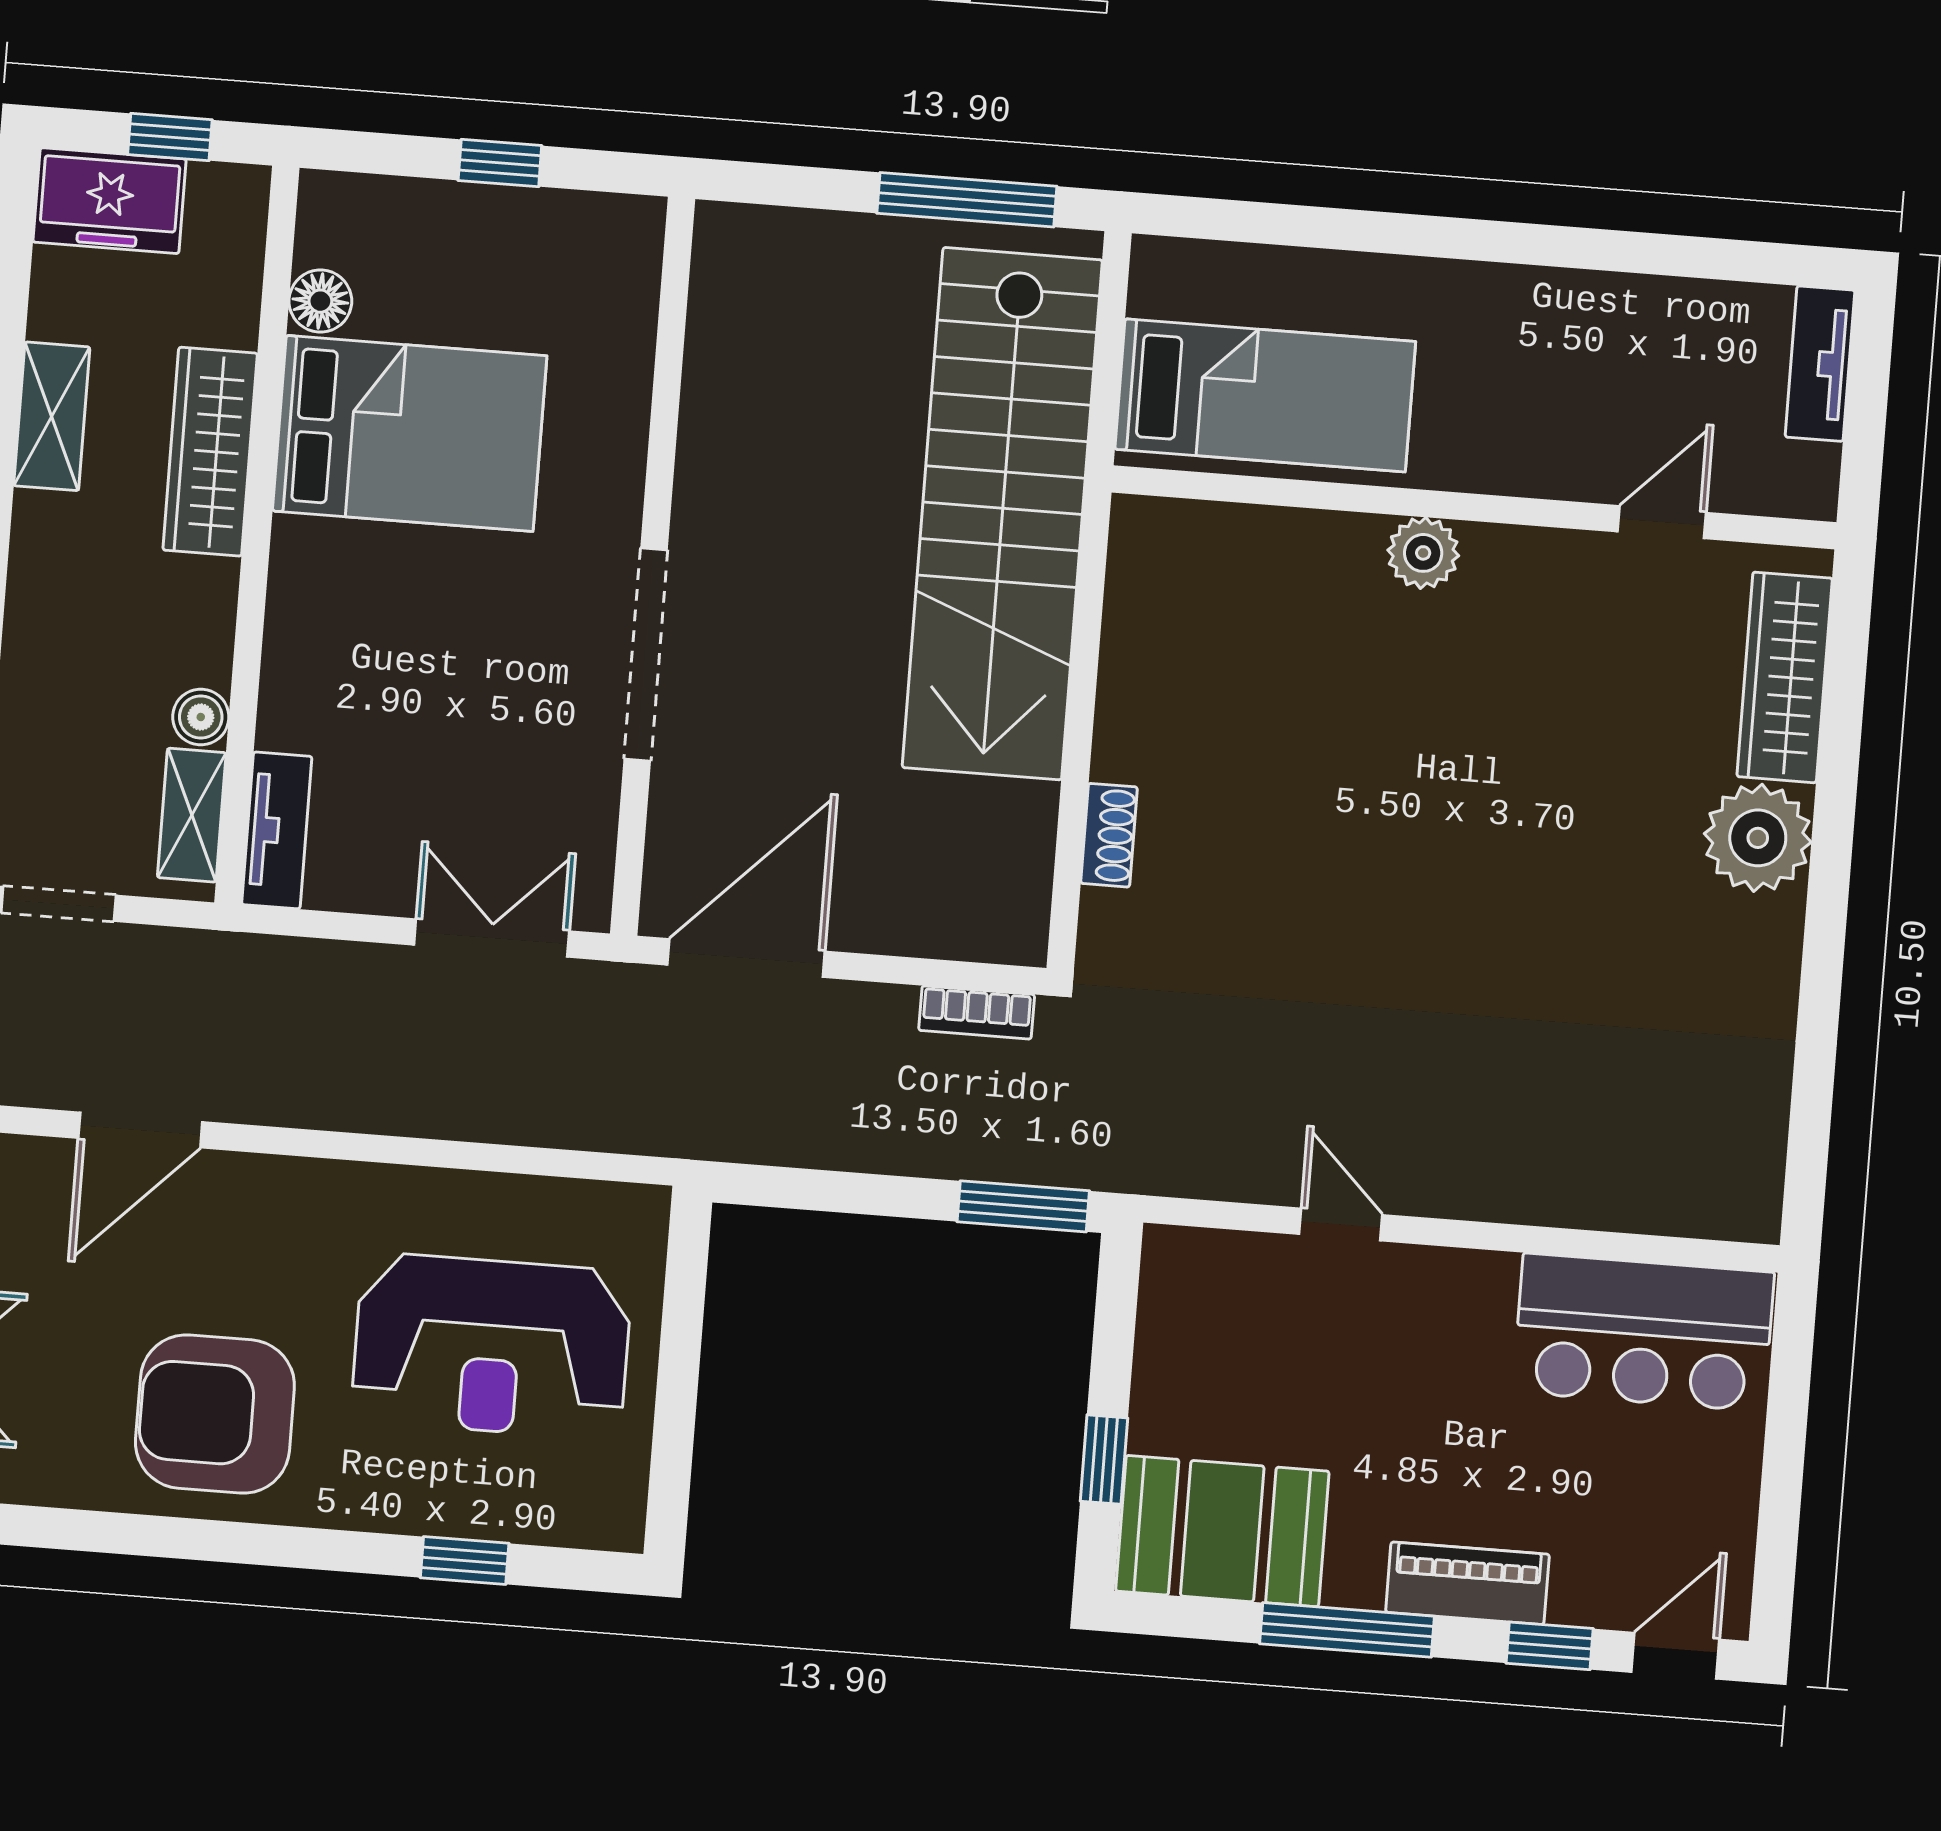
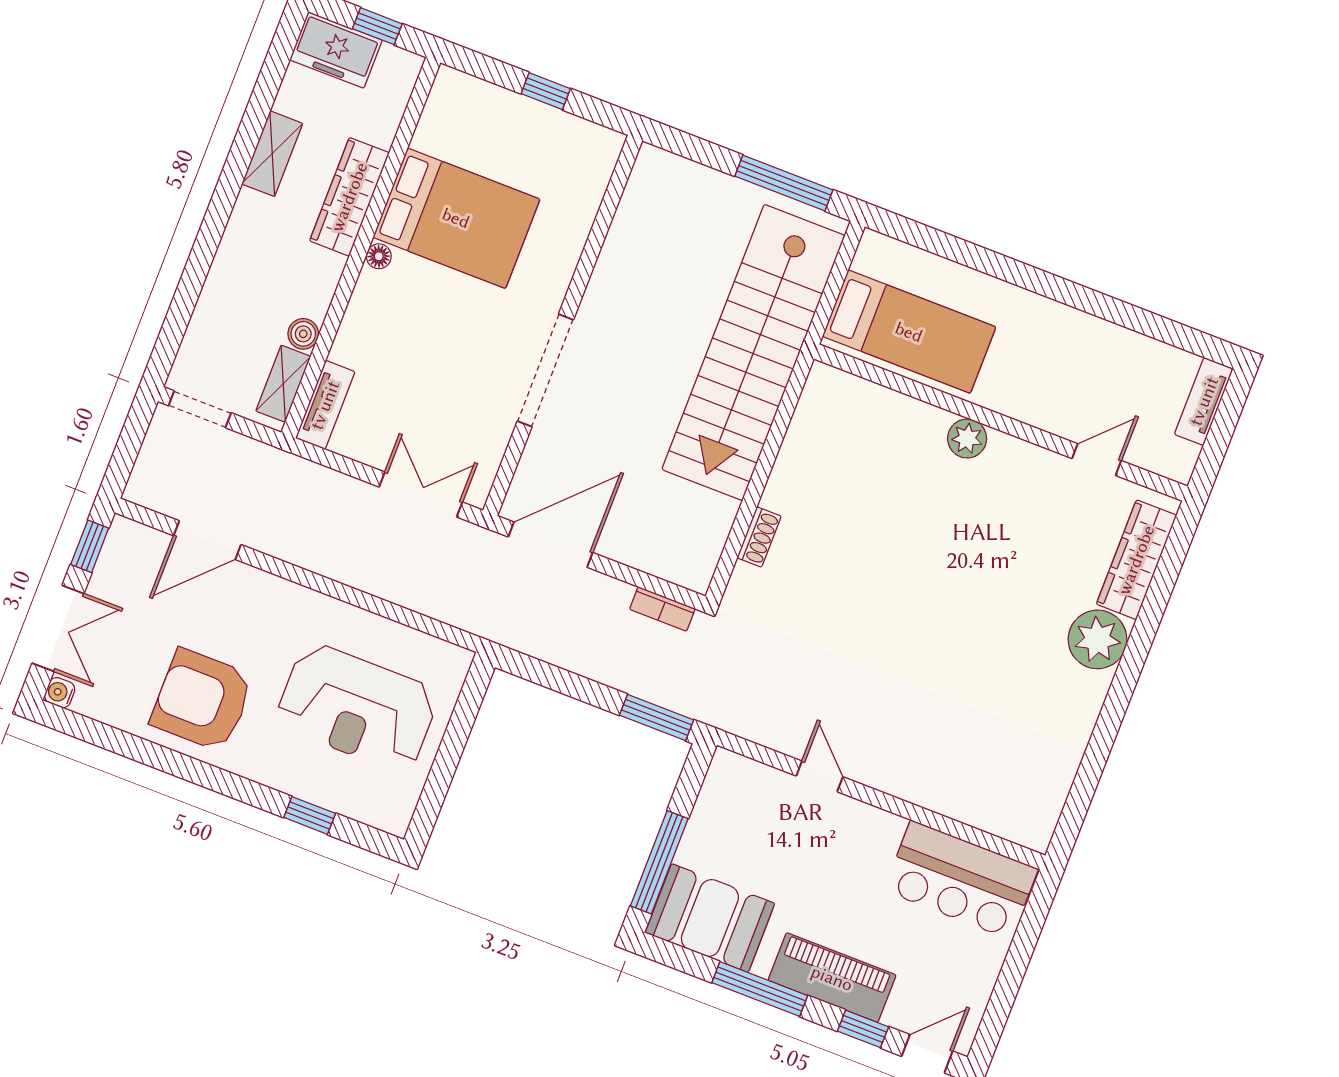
floor lamp: (320, 301) -> (379, 256), moved, width x0.73, depth x0.73
window: (1104, 1460) -> (659, 862), width x2.17
piano: (1467, 1583) -> (832, 978), width x1.37, depth x1.33

